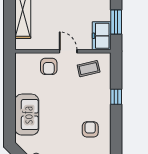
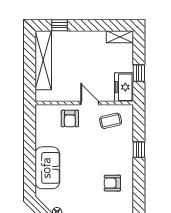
window: (116, 22) -> (139, 73), width x0.67
armchair: (90, 129) -> (112, 183), turned -90

